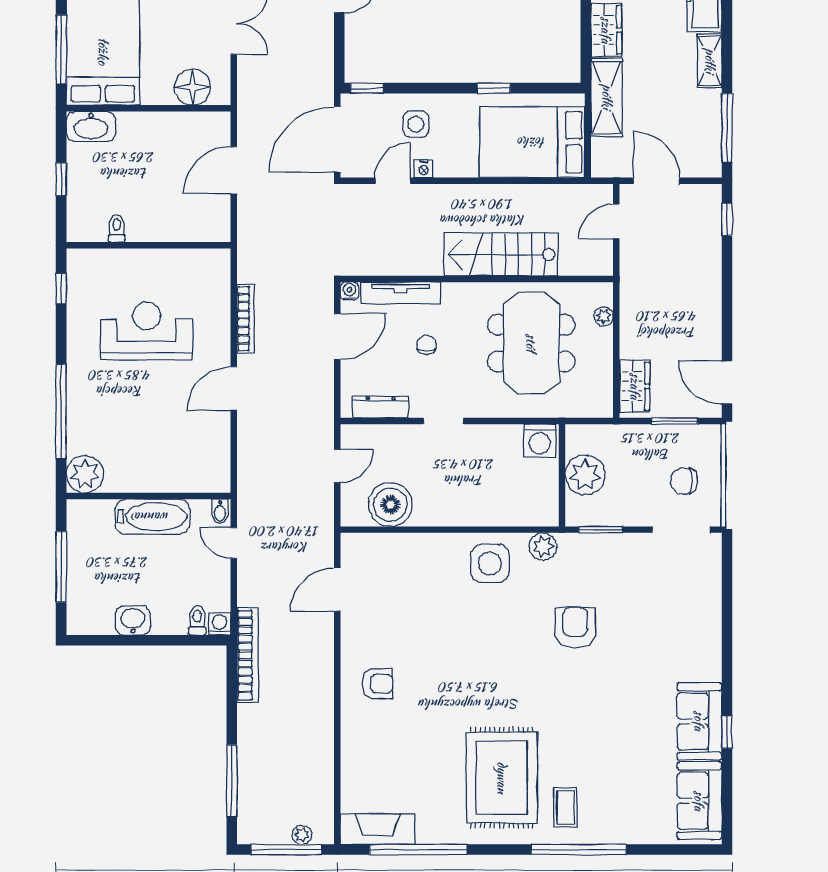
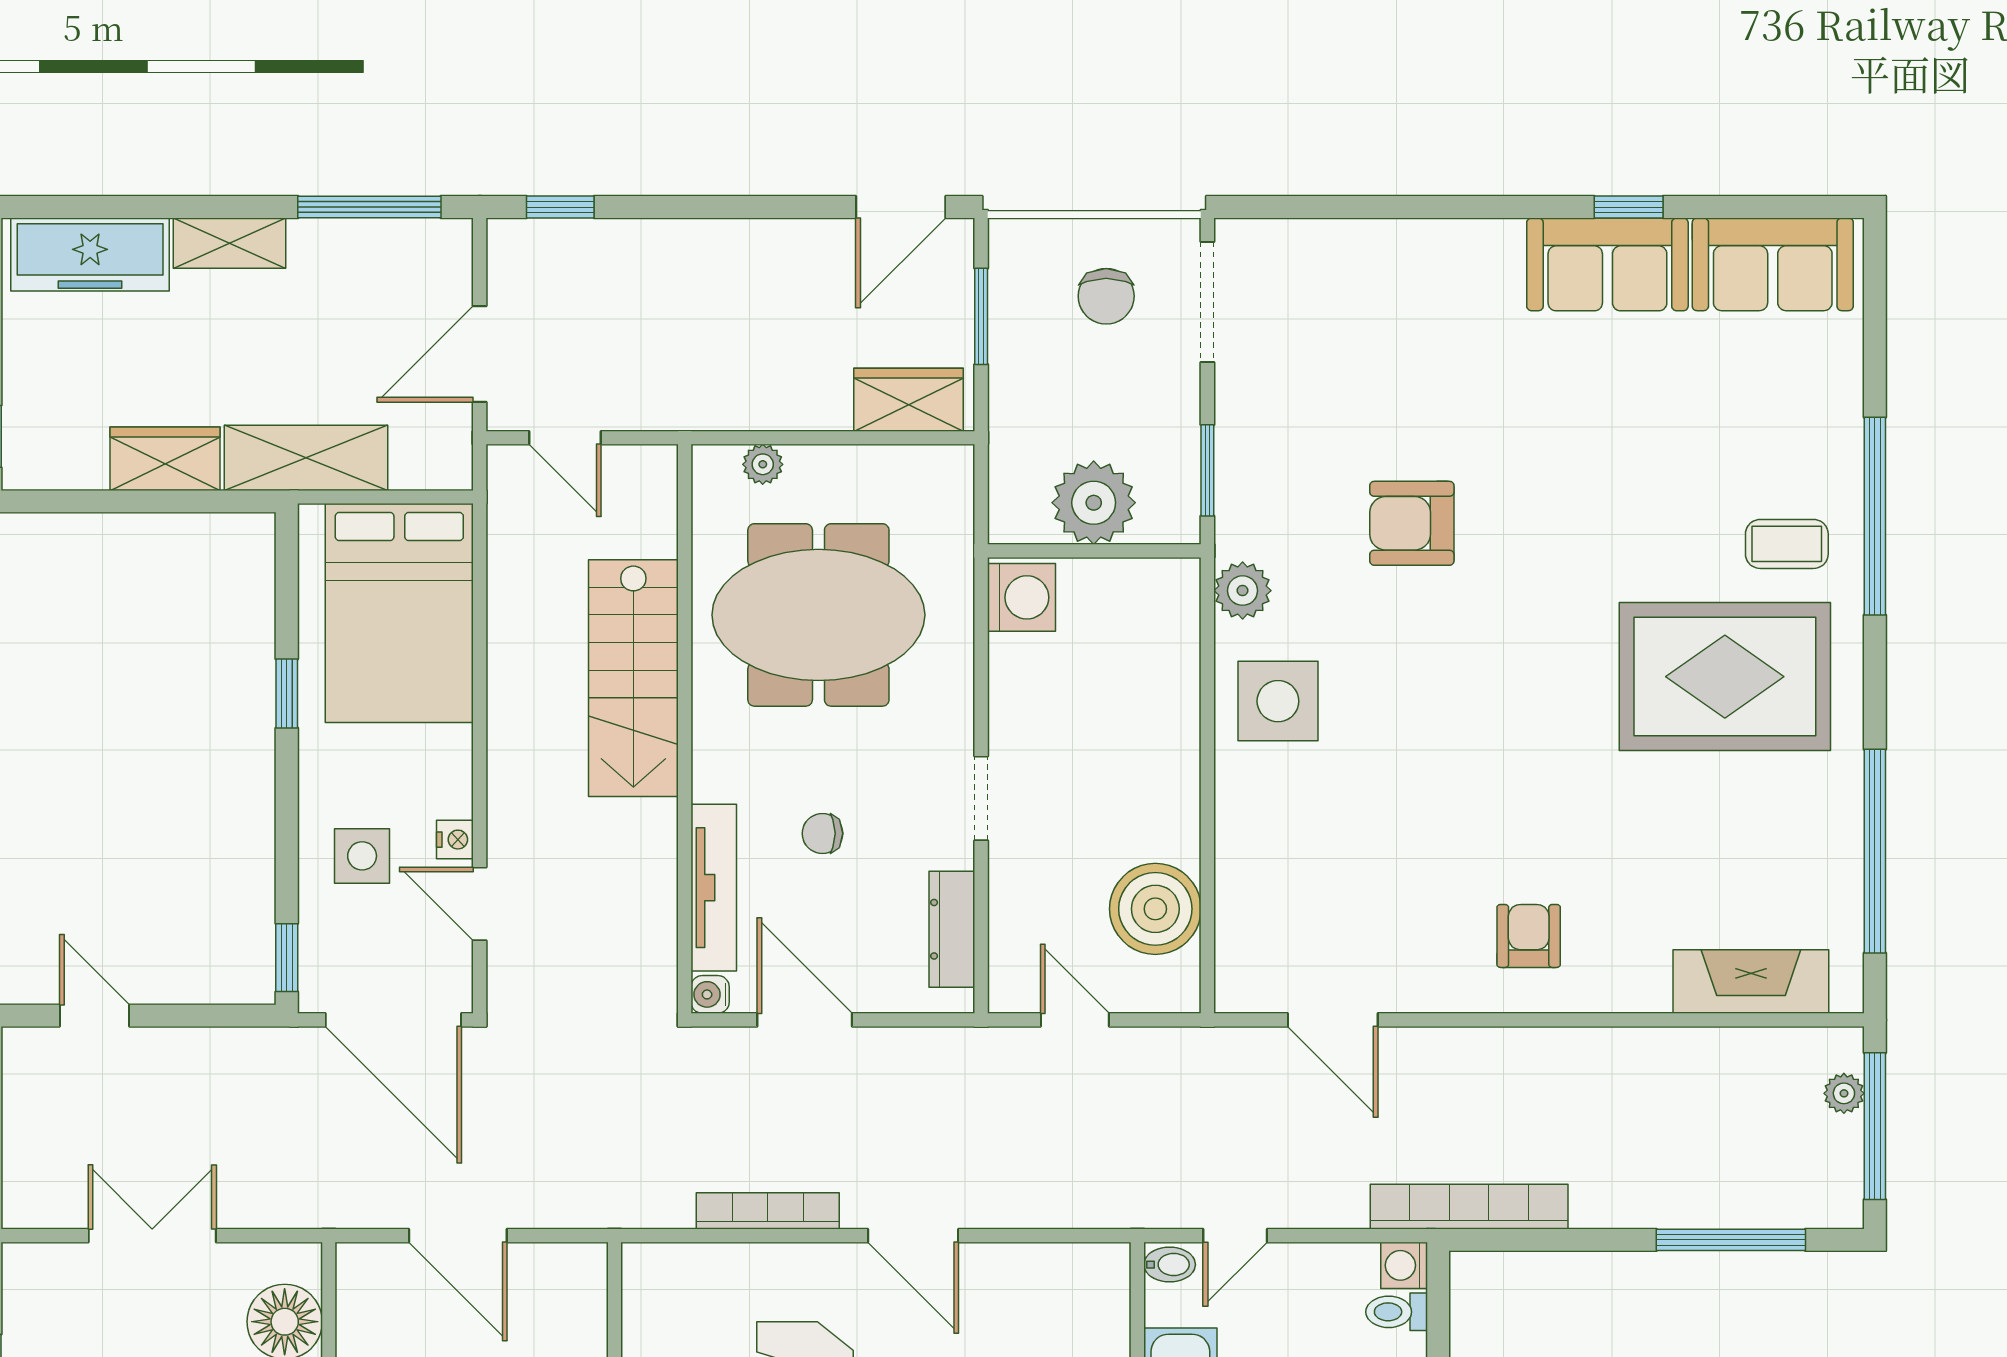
fireplace: (378, 829) -> (1751, 981), moved, turned 90

